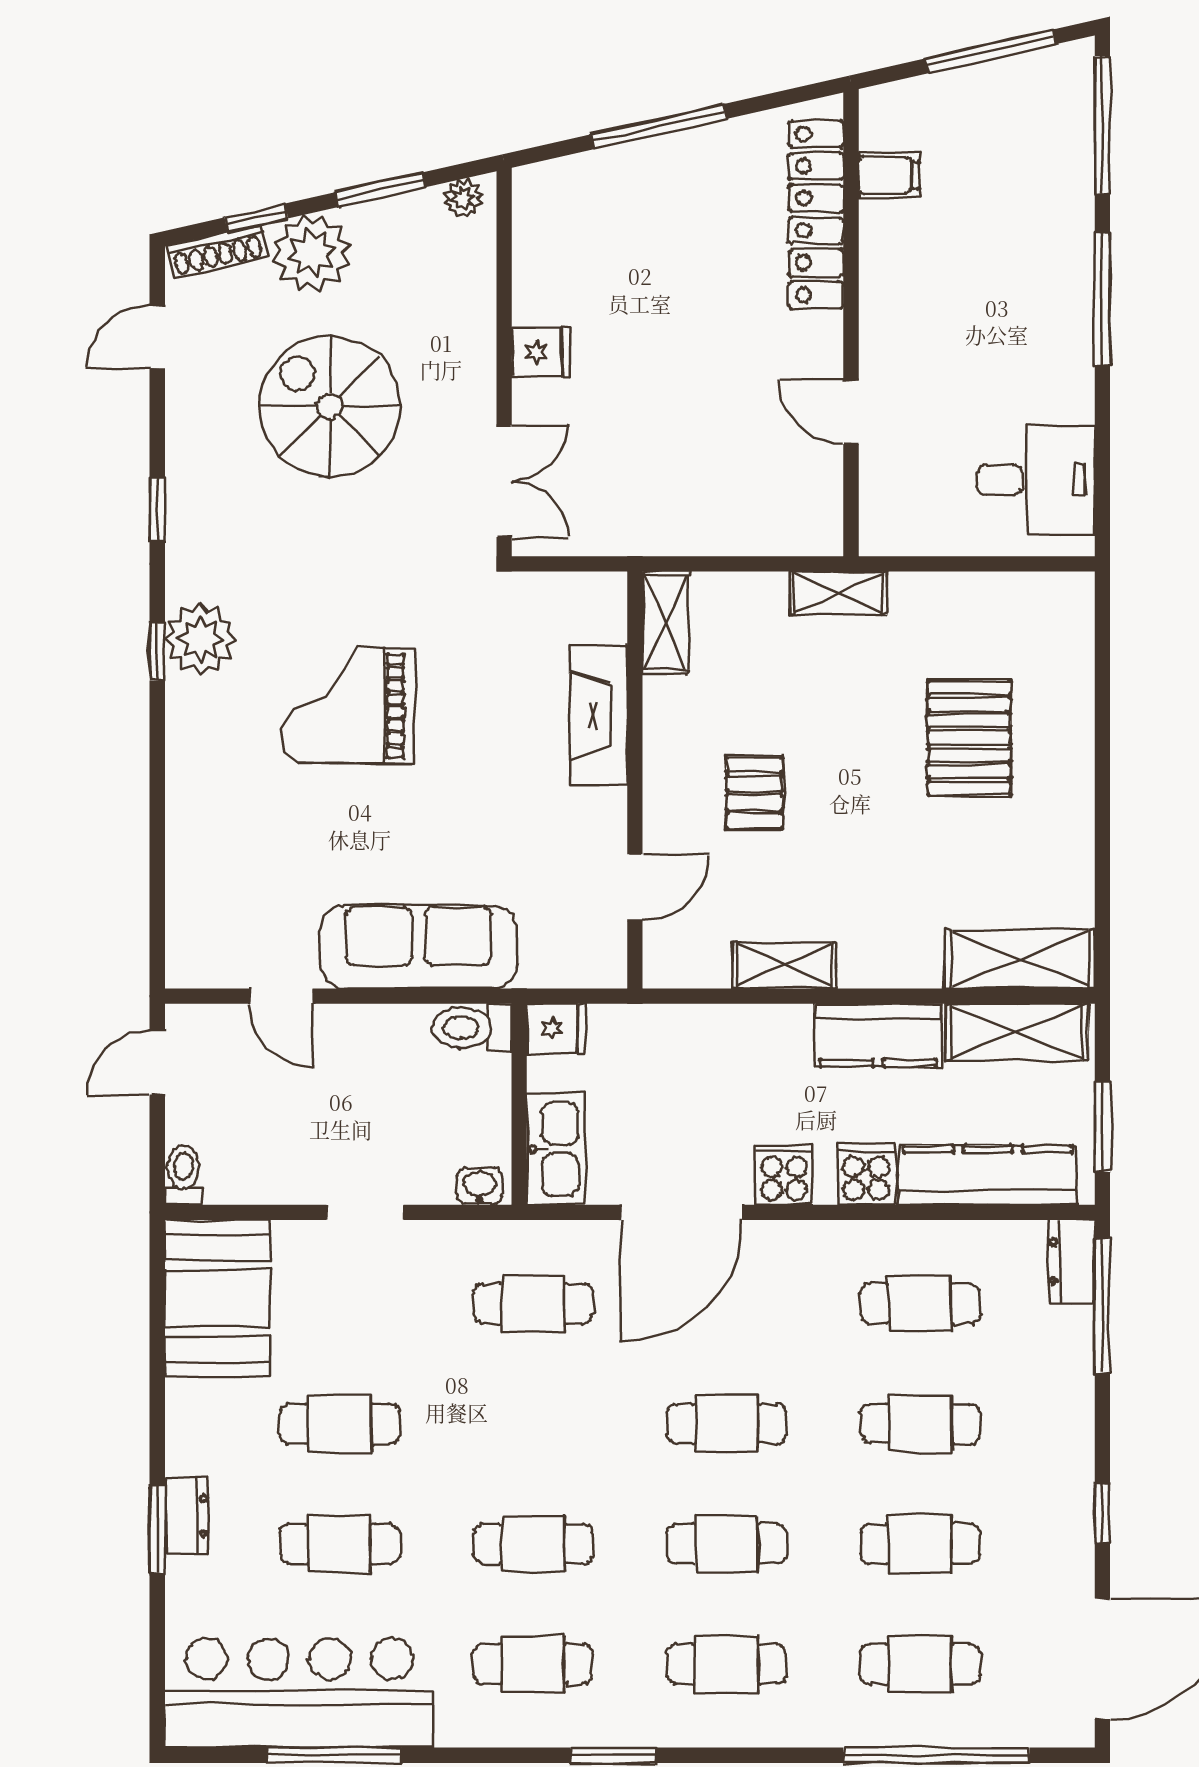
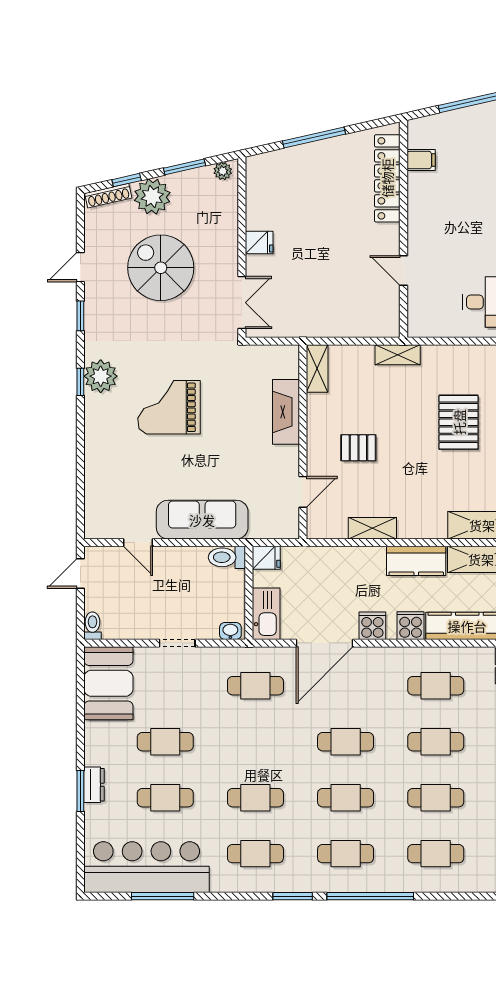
door: (157, 337) -> (80, 267), moved
pallet: (754, 793) -> (358, 448), turned 90
window: (936, 1755) -> (370, 896), moved

